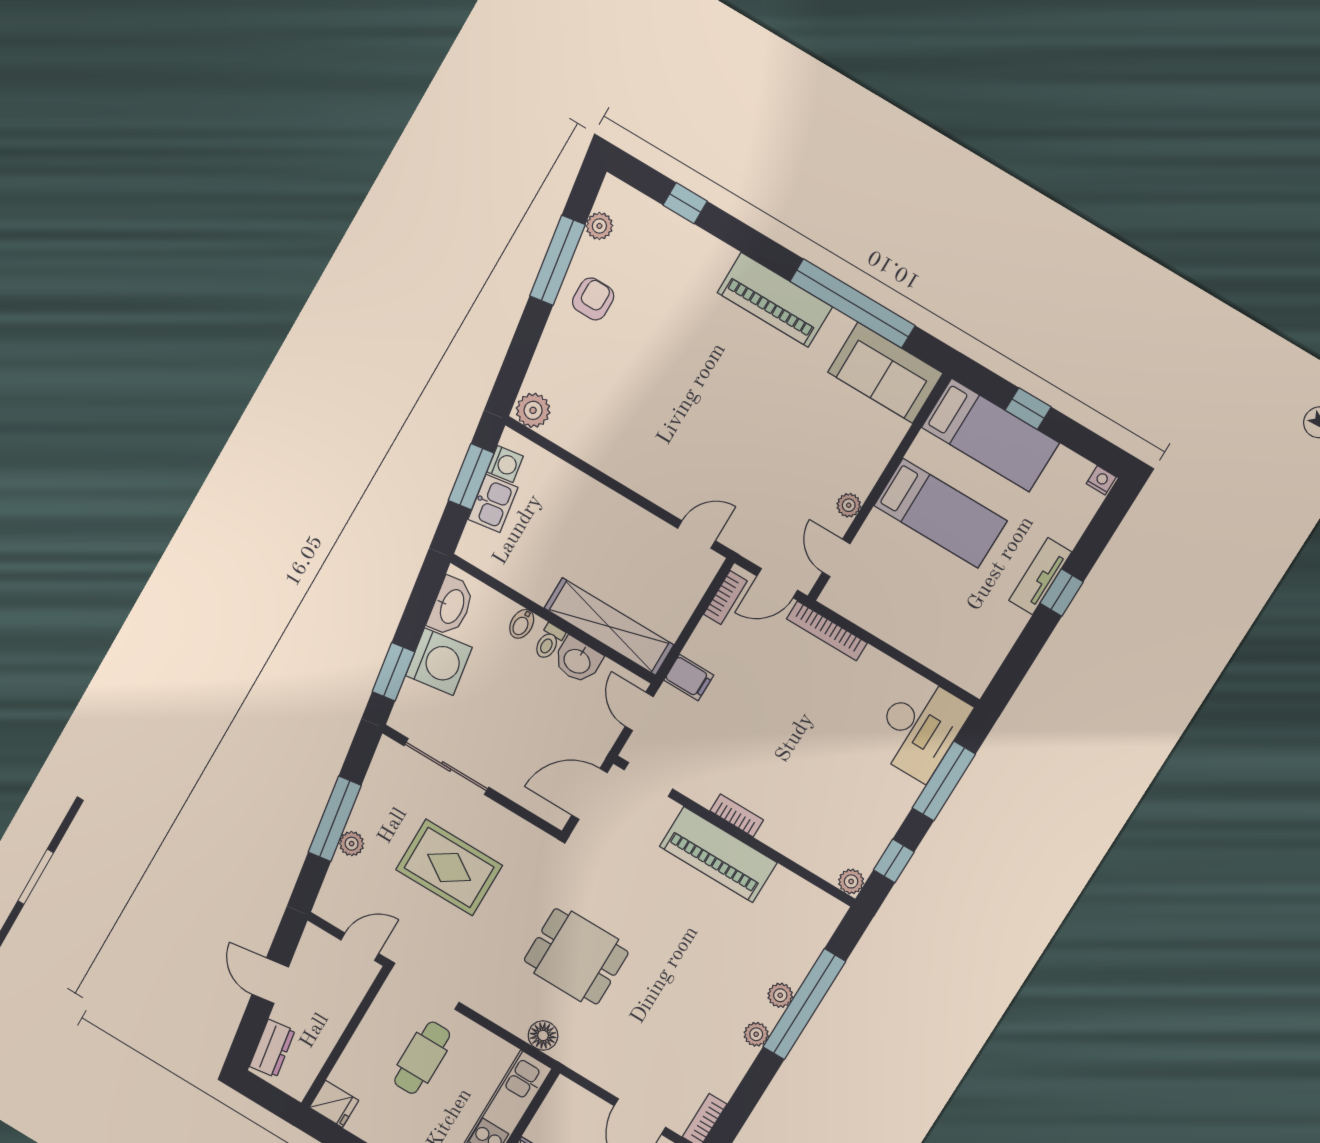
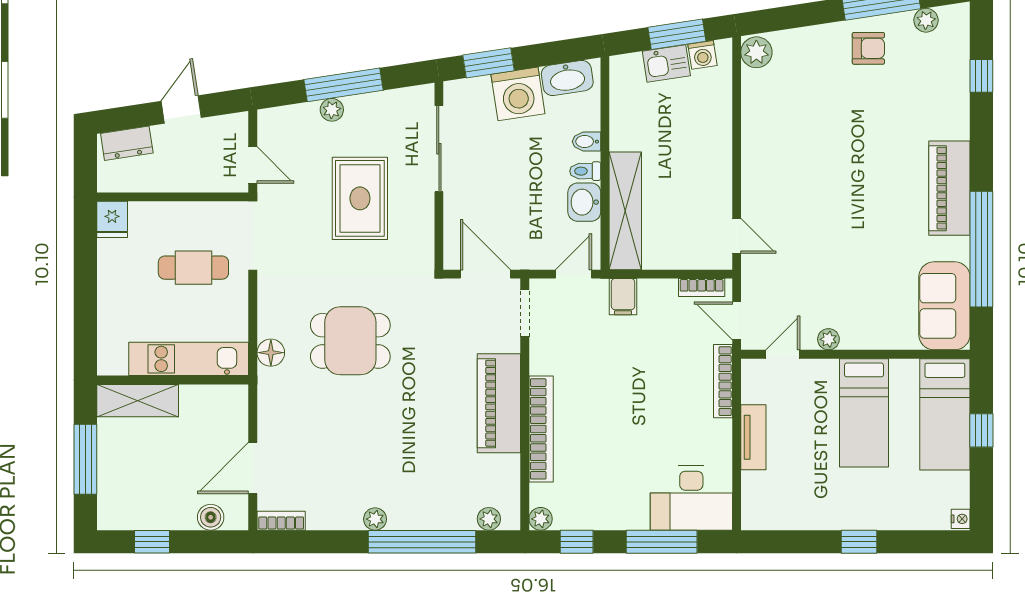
tv unit: (1040, 576) -> (753, 437), moved, turned 90
bookcase: (737, 815) -> (541, 429), width x2.31, depth x1.31
dining table: (576, 956) -> (350, 341), turned 90
plant: (780, 995) -> (489, 519), moved

